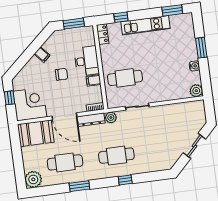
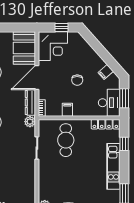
locker: (103, 34) -> (105, 124), width x1.53
filing cabinet: (42, 55) -> (106, 72), moved
desk: (87, 61) -> (109, 103), moved, turned -90

